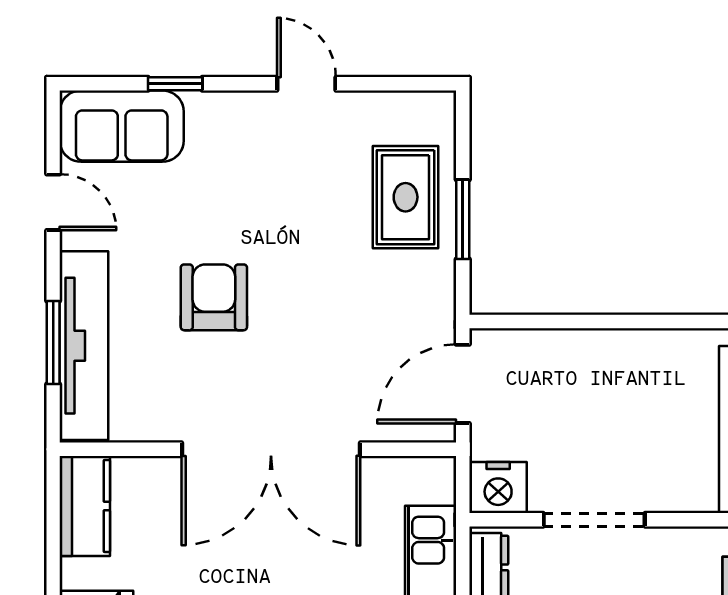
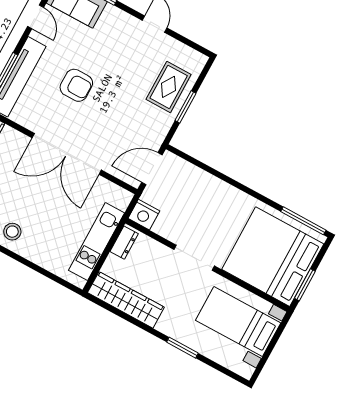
armchair: (214, 297) -> (76, 85), turned 90
doorway: (594, 520) -> (194, 258), moved

